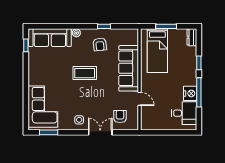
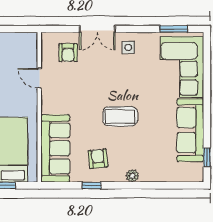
sofa: (50, 38) -> (190, 130), moved, turned -90
sofa: (129, 68) -> (55, 148), moved

